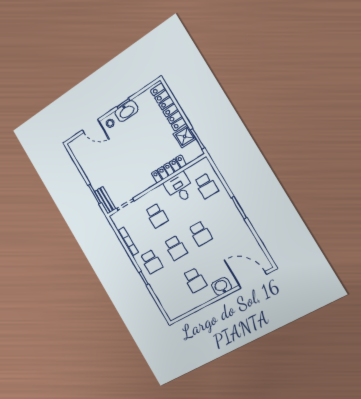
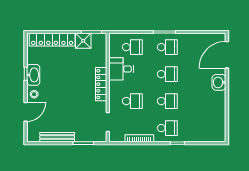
locker: (169, 169) -> (101, 84), moved
bench: (105, 200) -> (57, 137), moved, width x1.36
school desk: (195, 280) -> (167, 47), moved

